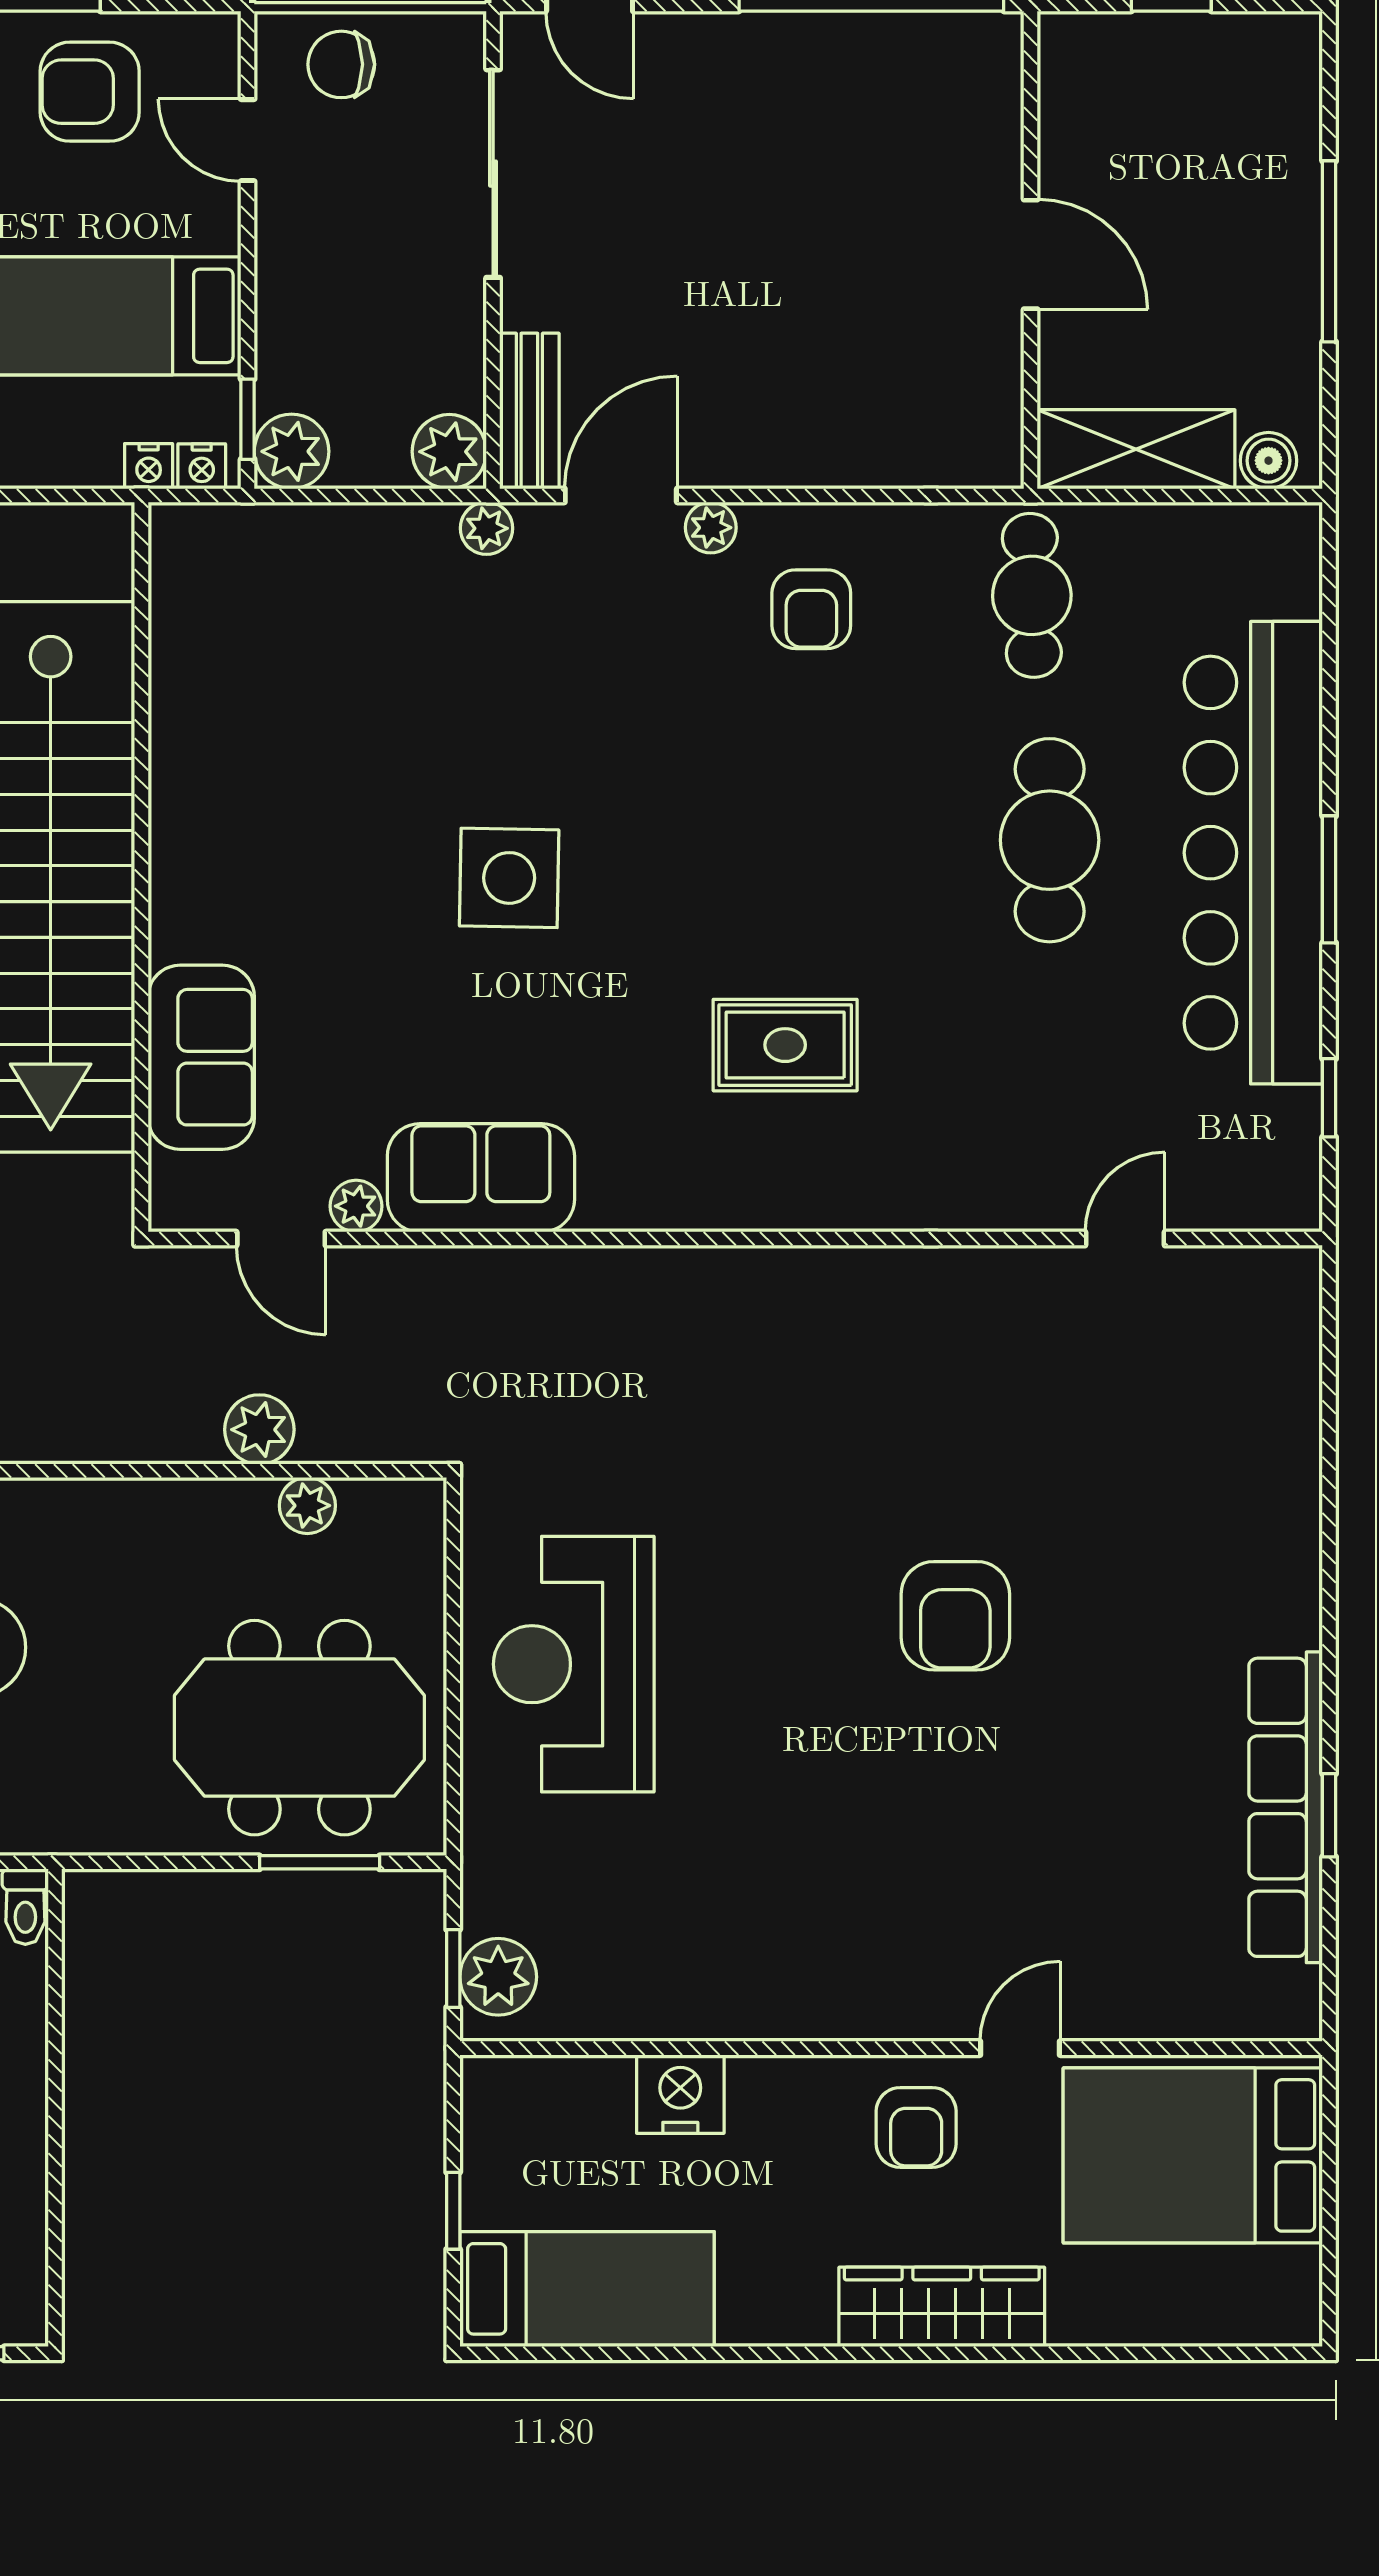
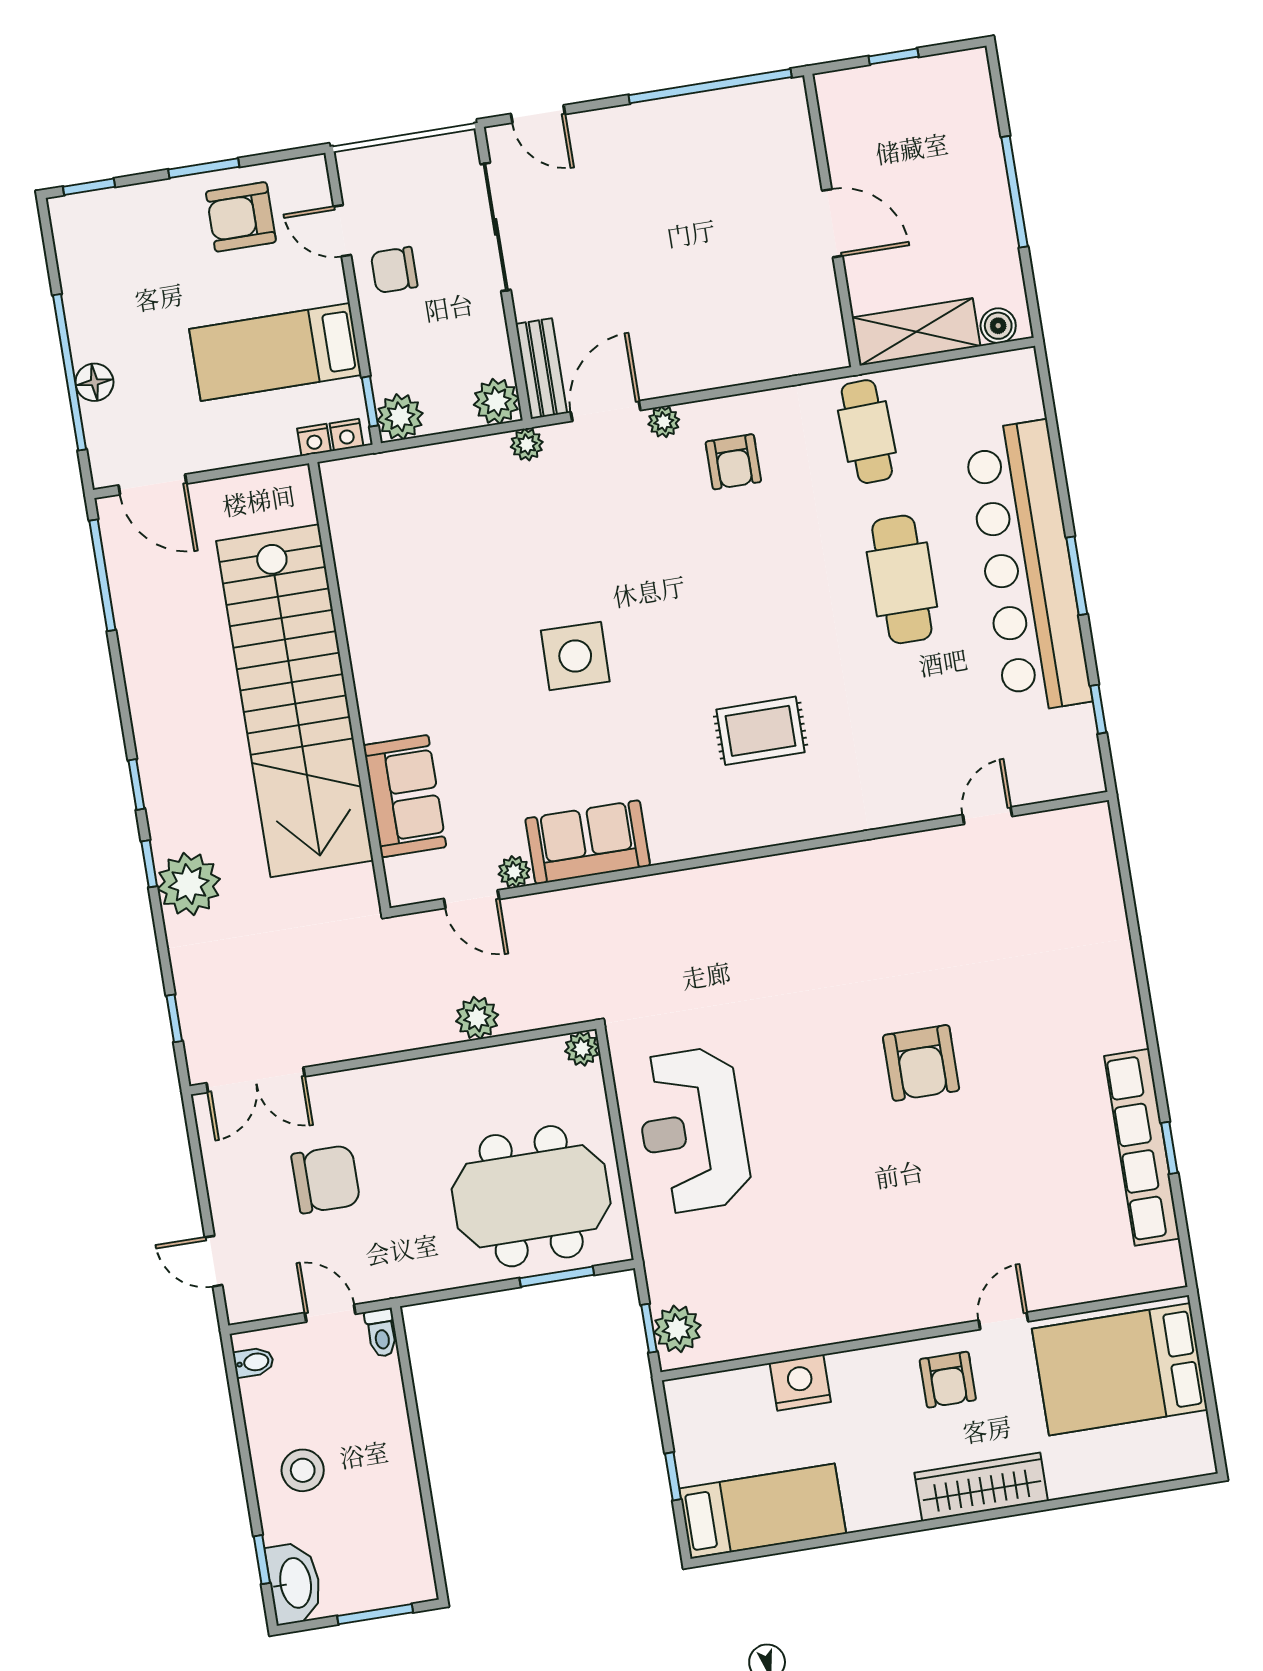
chair: (341, 64) -> (394, 270), moved
plant: (307, 1506) -> (582, 1049), moved

